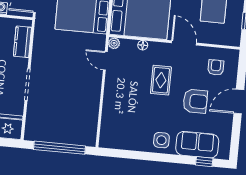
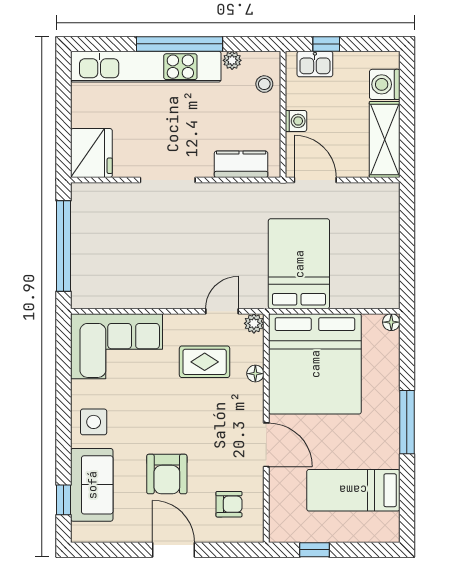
door: (184, 43) -> (266, 445), hinge flipped
rug: (161, 80) -> (205, 362), moved
corner sofa: (119, 123) -> (117, 346), added

